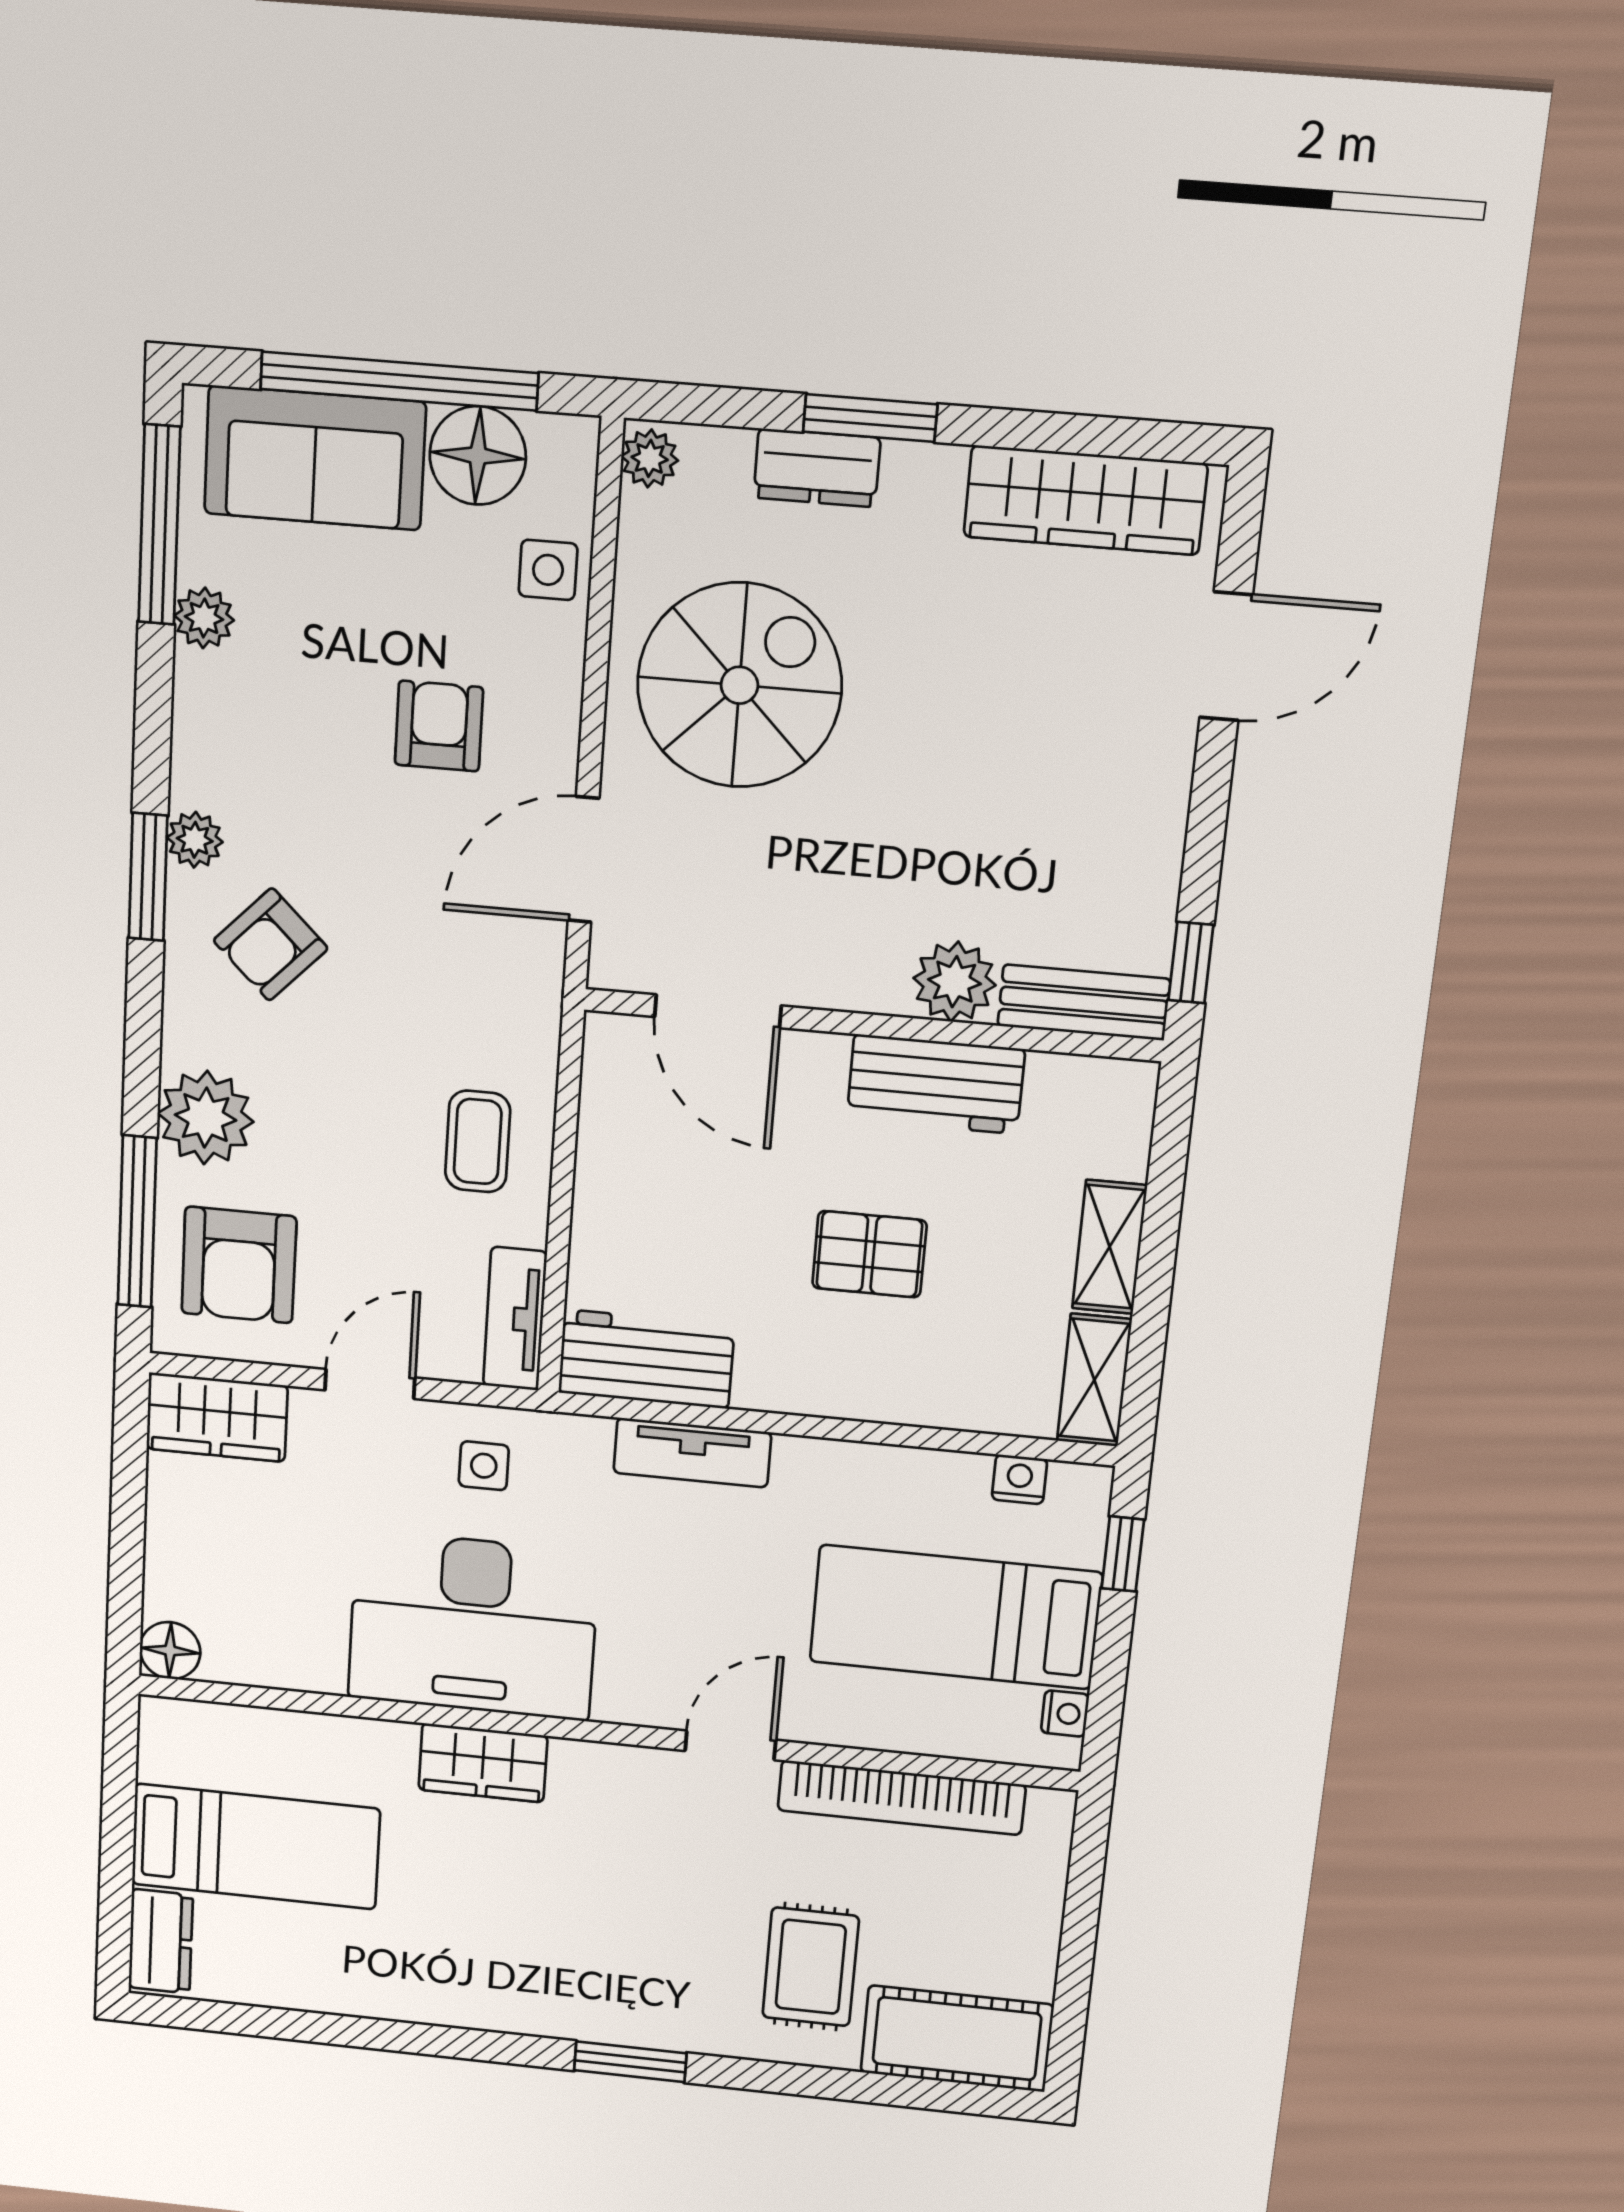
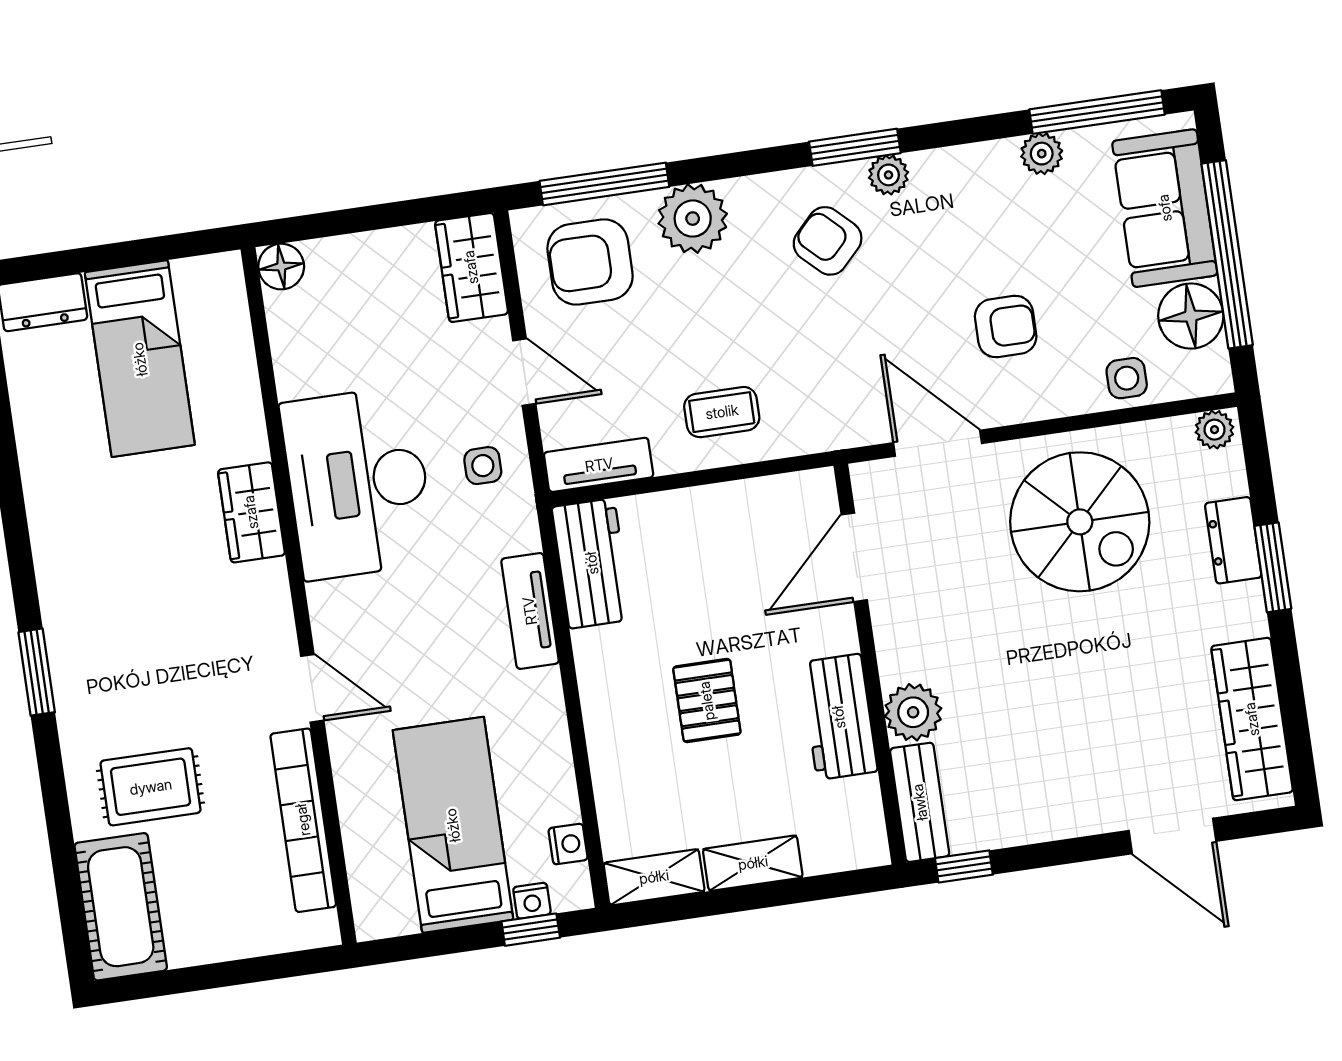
nightstand: (1065, 1714) -> (532, 901), moved

